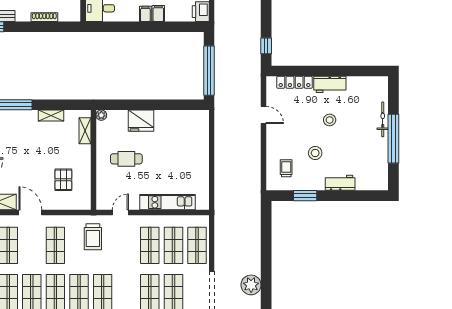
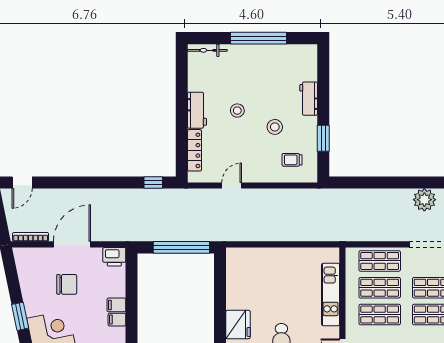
bicycle: (383, 119) -> (207, 50), moved

